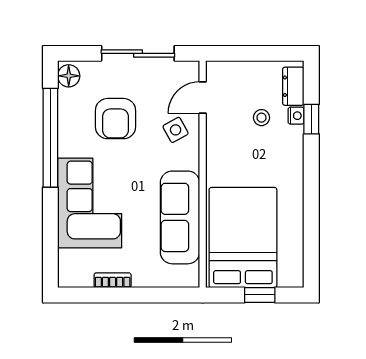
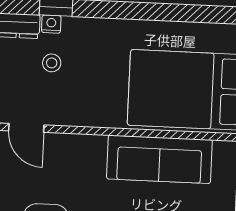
side table: (176, 130) -> (61, 160), removed

